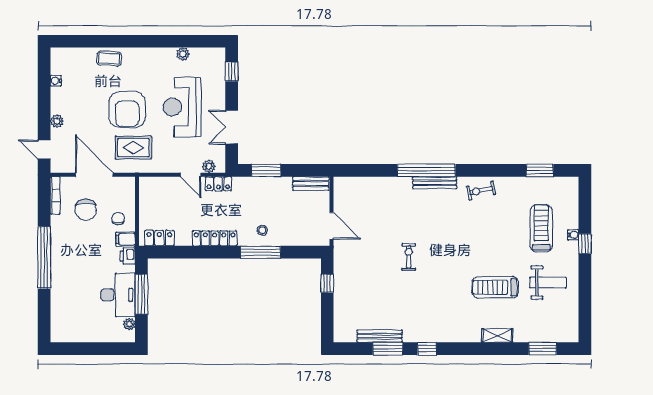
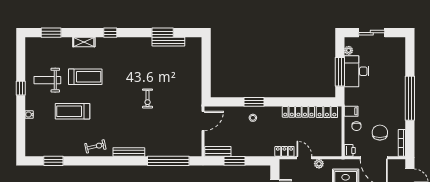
plant: (209, 166) -> (319, 164), moved
window: (266, 170) -> (235, 161), moved
window: (426, 170) -> (168, 161), moved
door: (332, 226) -> (203, 121), swing flipped
treadmill: (541, 228) -> (72, 111), moved, turned 90
locker: (215, 238) -> (298, 112), moved
window: (585, 244) -> (21, 88), moved
window: (261, 252) -> (254, 102), width x0.69
printer: (128, 256) -> (350, 150), moved
window: (327, 283) -> (206, 80), removed
sliding door: (97, 349) -> (372, 33), added
window: (427, 349) -> (110, 33), moved

